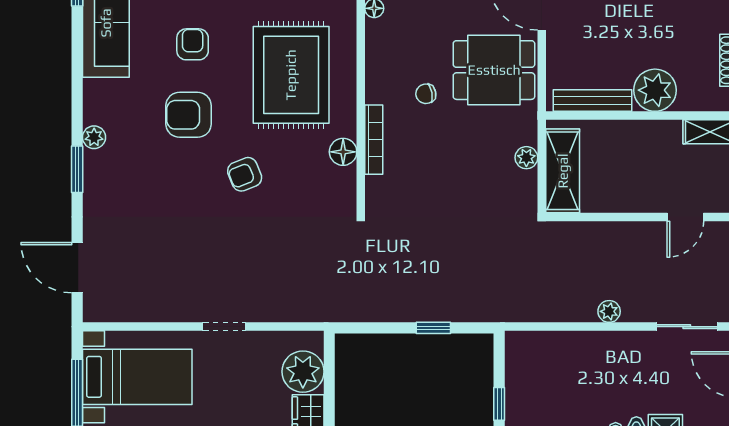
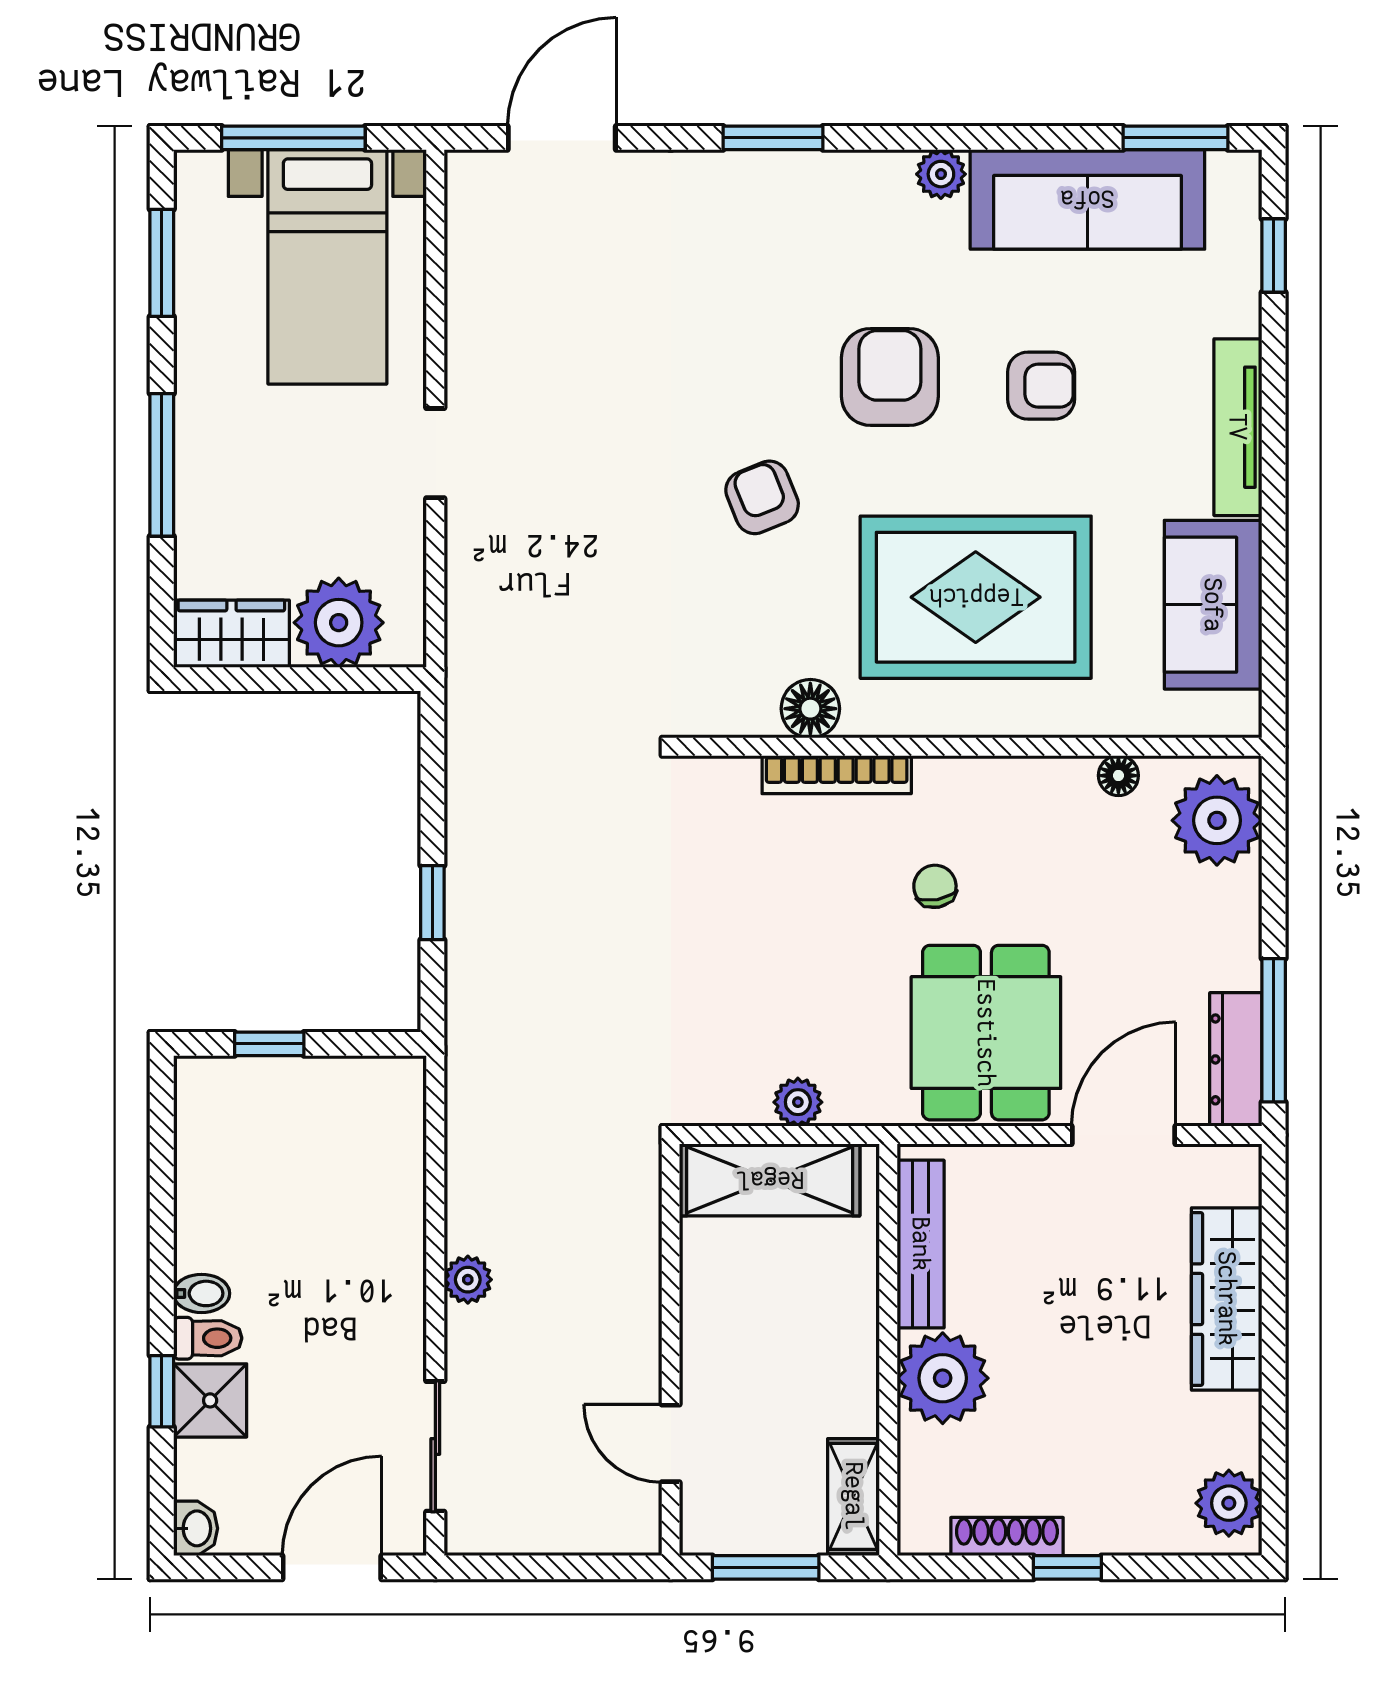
plant: (94, 137) -> (941, 174), moved

